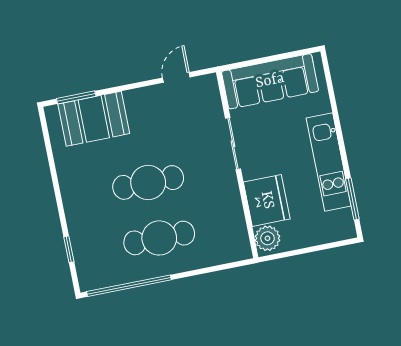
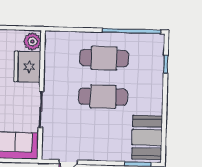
booth: (94, 119) -> (147, 137), moved, turned 90

